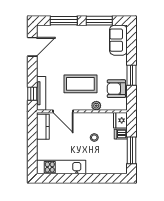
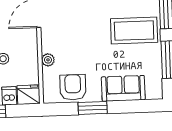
sofa: (118, 40) -> (123, 88), moved
coffee table: (80, 84) -> (134, 31), moved, turned 90

